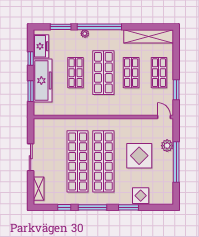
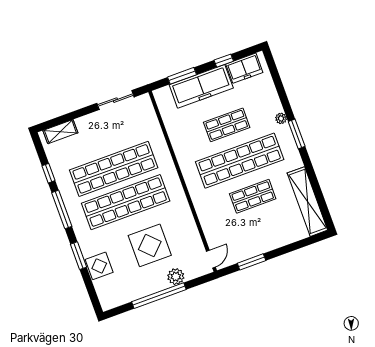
window: (61, 27) -> (278, 84), removed
window: (99, 27) -> (297, 134), width x0.47
shop shelf: (103, 73) -> (240, 161), width x1.40
shop shelf: (159, 73) -> (266, 232), removed
sliding door: (31, 157) -> (115, 100), moved

